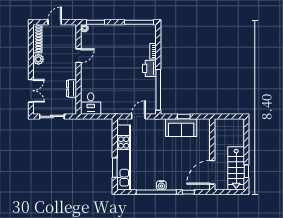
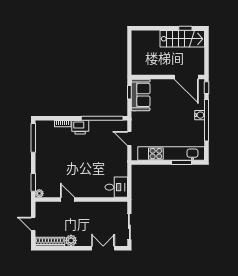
dresser: (72, 89) -> (101, 207), removed
wall: (212, 154) -> (168, 77), moved
door: (212, 172) -> (186, 77), moved

